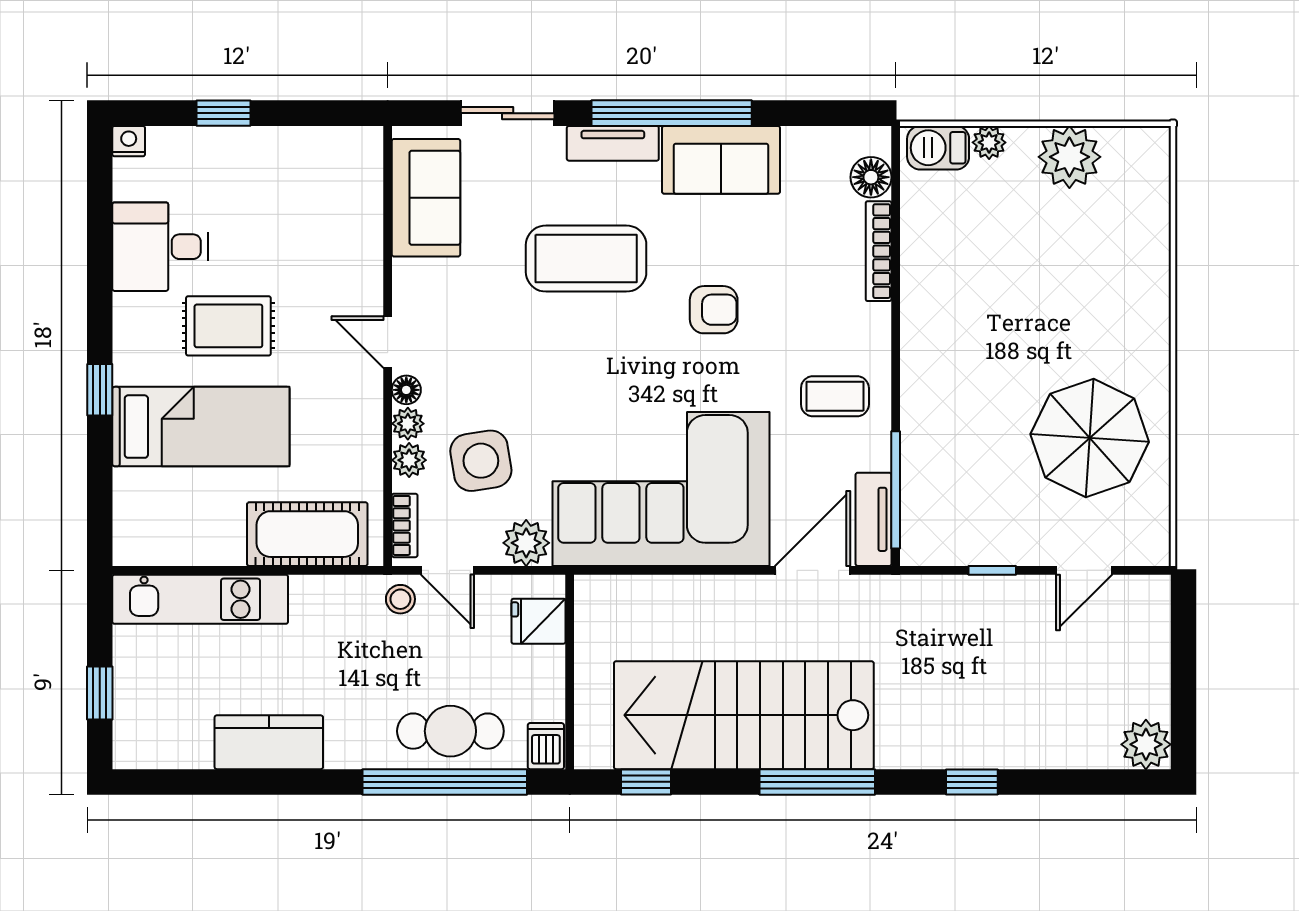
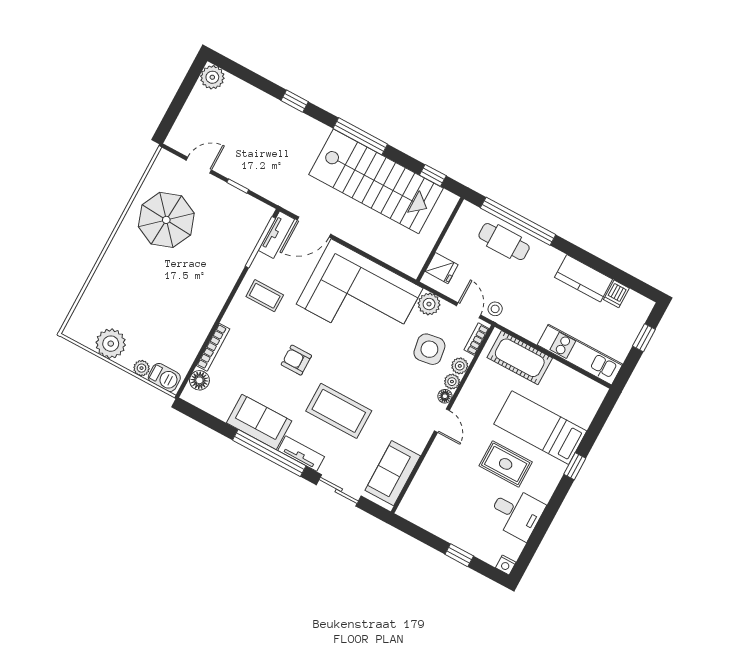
dishwasher: (546, 746) -> (616, 294), moved

